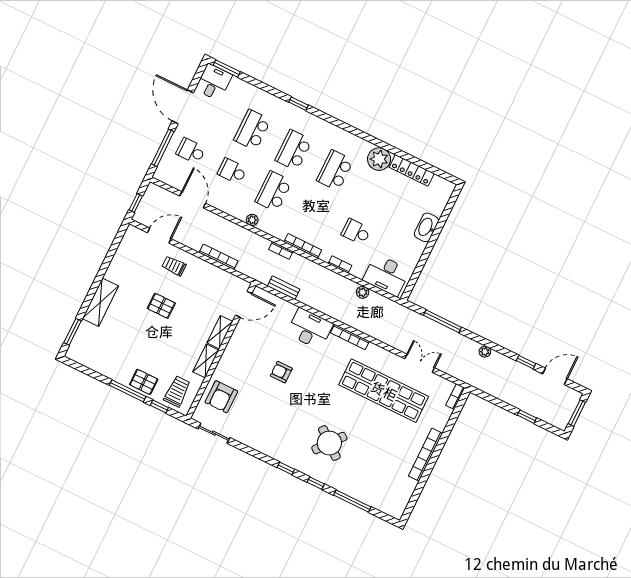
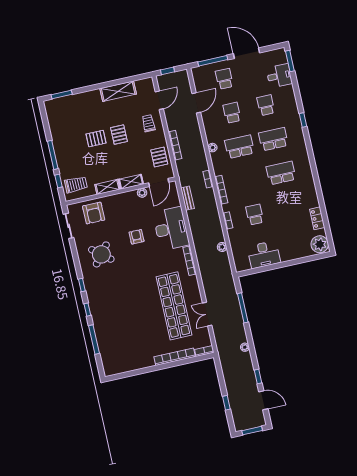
desk: (214, 82) -> (279, 76), moved
door: (183, 107) -> (246, 53), hinge flipped
school desk: (252, 130) -> (266, 105), width x0.54
plant: (379, 159) -> (320, 244), moved
locker: (412, 170) -> (317, 218), width x0.66
washbasin: (426, 227) -> (291, 254), removed
door: (159, 236) -> (159, 100), hinge flipped
desk: (386, 275) -> (264, 255), moved, turned -90
pallet: (218, 283) -> (159, 157), added
shelving: (100, 302) -> (118, 91), moved
door: (244, 304) -> (159, 183), hinge flipped
desk: (310, 329) -> (171, 229), width x1.36, depth x1.30
plant: (240, 330) -> (142, 193), added
double door: (420, 363) -> (207, 314), swing flipped
pallet: (144, 382) -> (96, 139), moved, turned 90
armchair: (221, 397) -> (94, 213), turned -90
round table: (329, 443) -> (101, 254), moved
bookcase: (426, 455) -> (175, 357), moved

